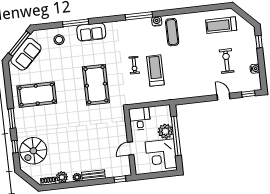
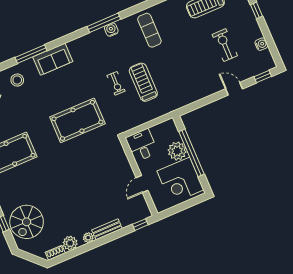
water cooler: (157, 21) -> (111, 30), moved
pool table: (96, 85) -> (77, 120), turned 90

